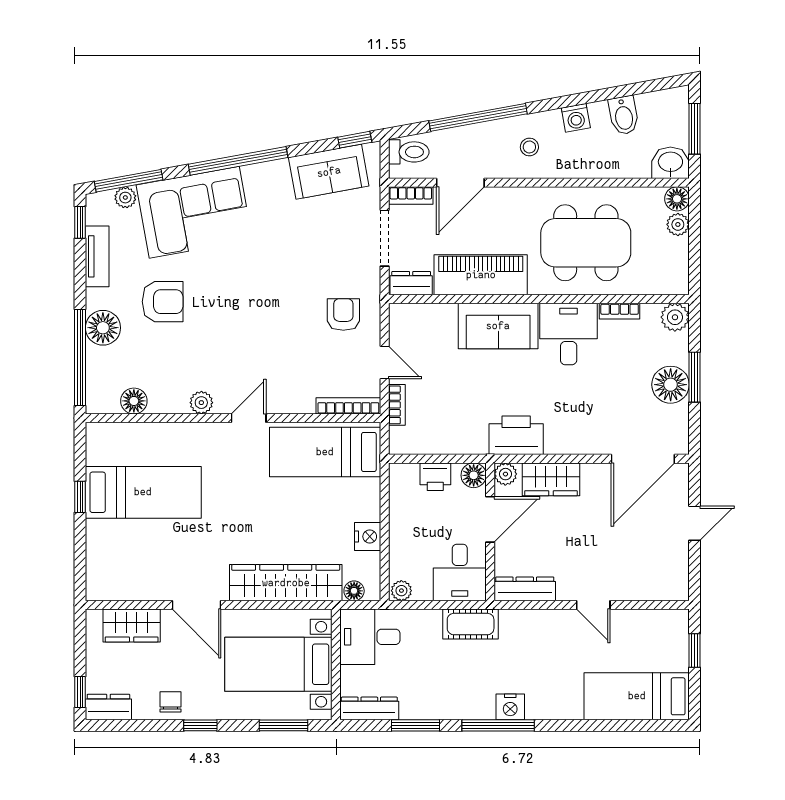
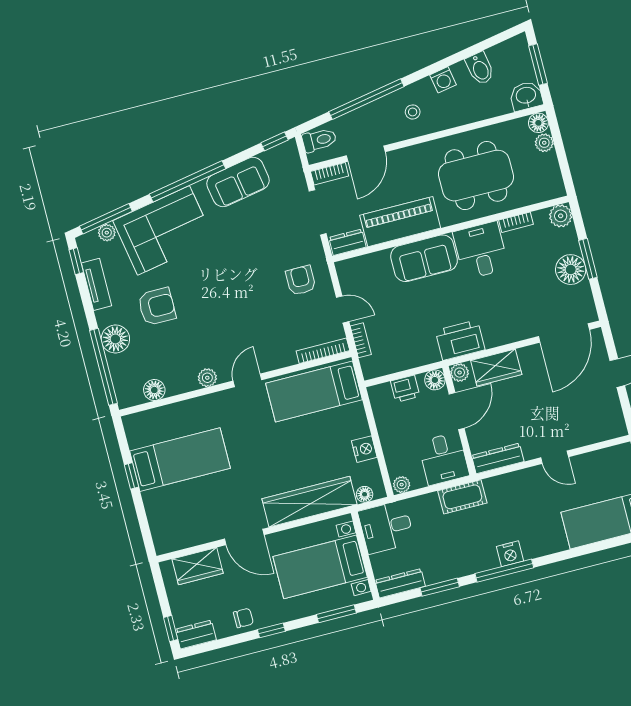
sofa: (329, 172) -> (238, 182), moved
chair: (171, 702) -> (243, 618), turned 90

